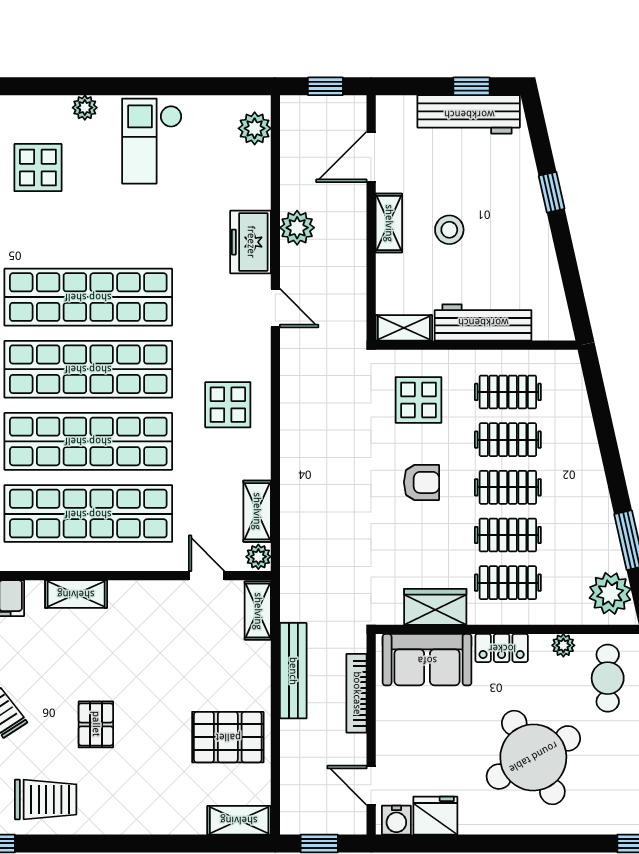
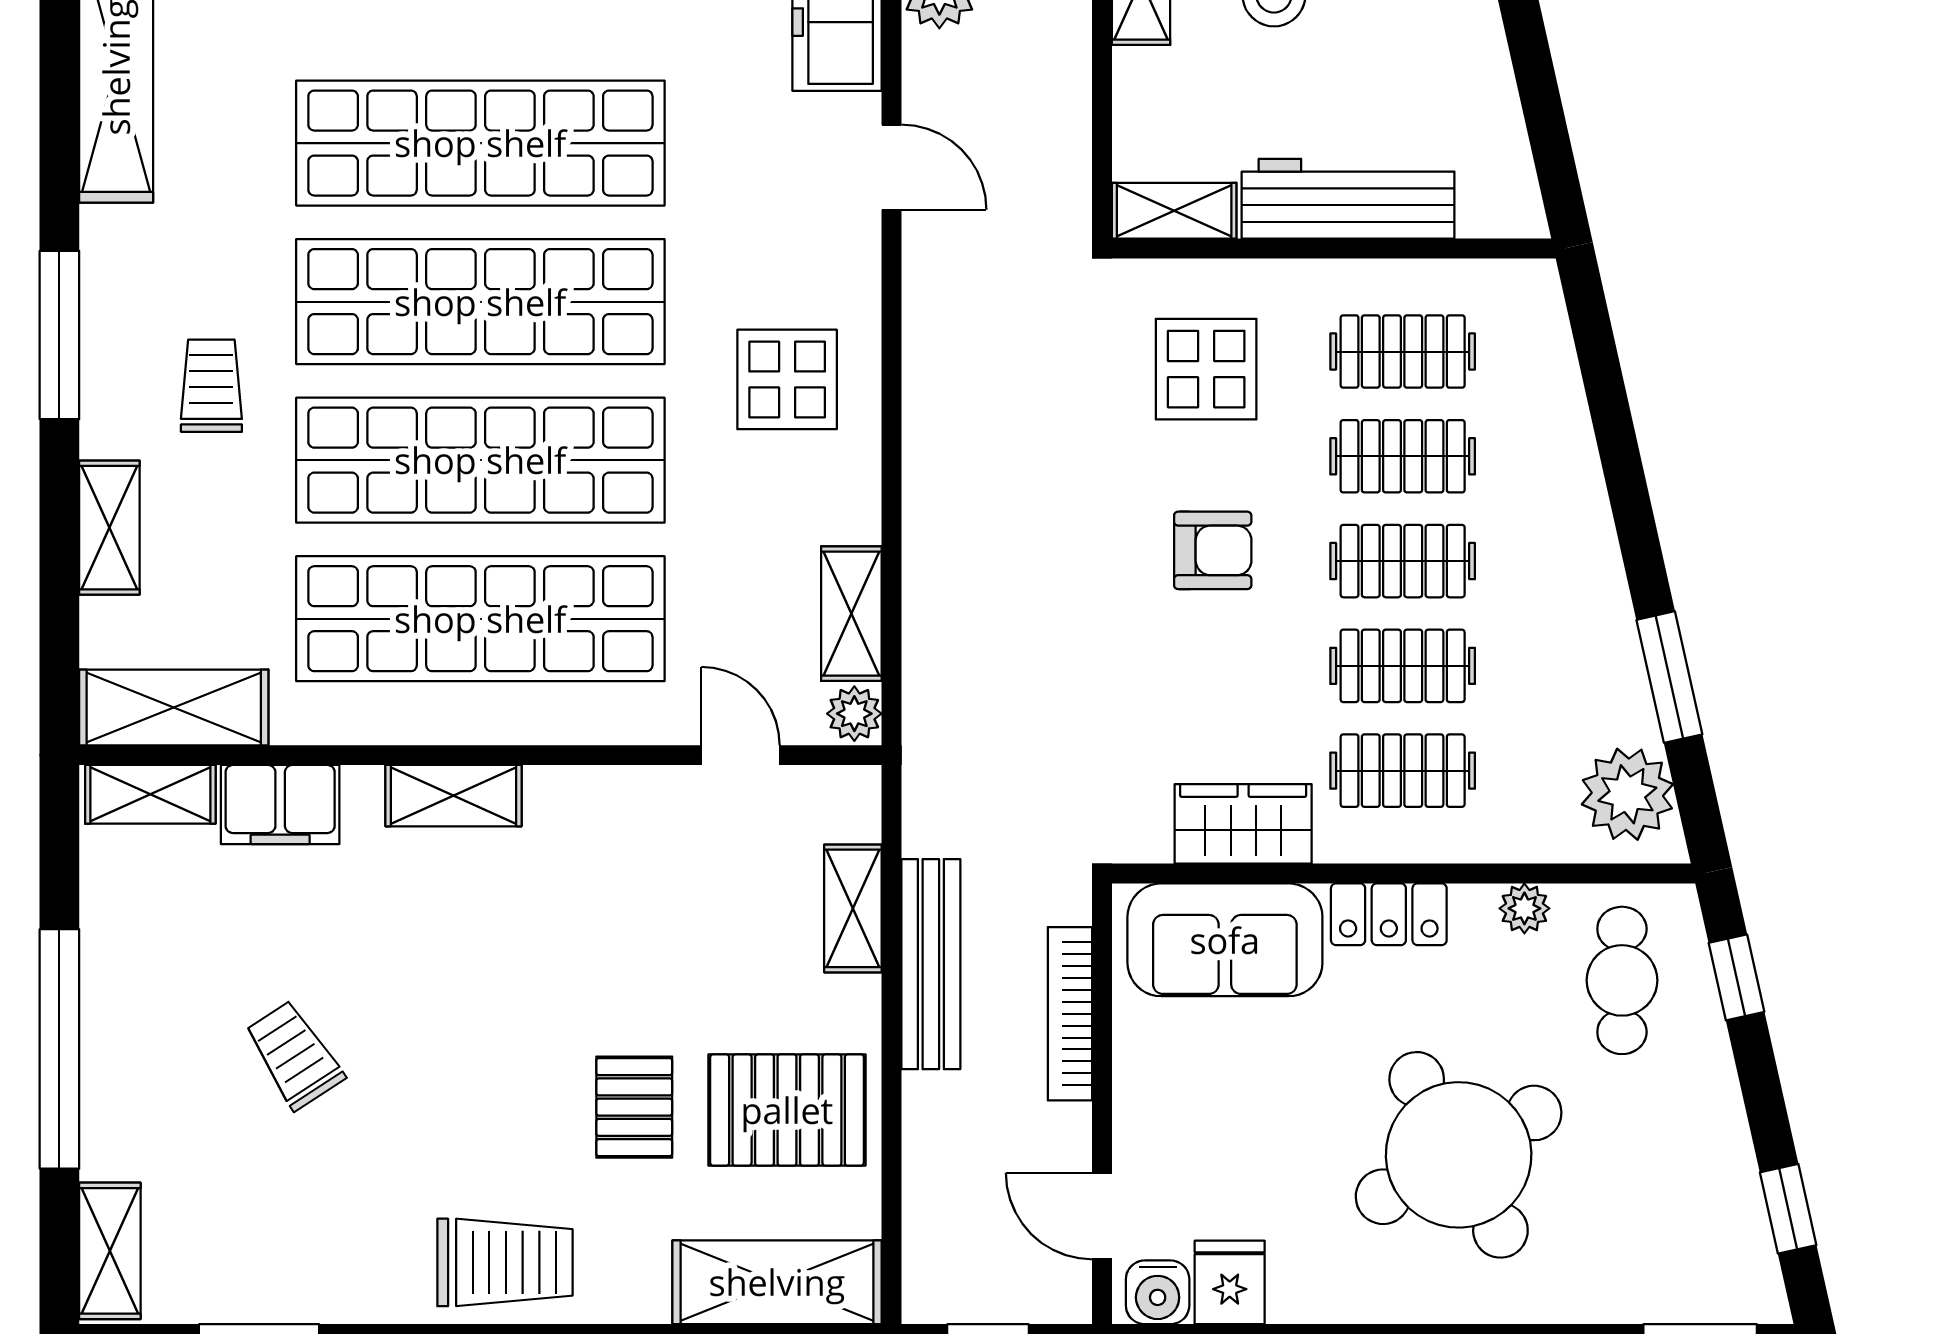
shelving: (258, 611) -> (853, 908), moved
pallet: (96, 724) -> (634, 1107), moved
trolley: (46, 799) -> (505, 1262), moved
fridge: (435, 816) -> (1230, 1282), width x0.72
shelving: (239, 820) -> (777, 1282), width x1.50, depth x1.33

